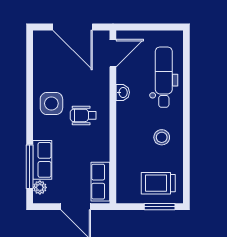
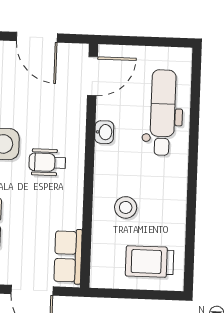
door: (73, 27) -> (37, 37), width x0.73
stool: (162, 137) -> (126, 207), moved
window: (160, 207) -> (150, 295), removed

